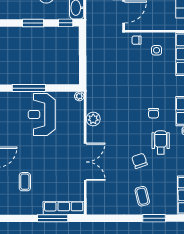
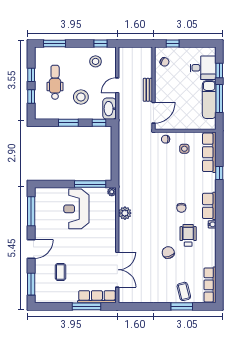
window: (29, 88) -> (90, 184), moved
double door: (85, 162) -> (117, 270), moved
coffee table: (142, 196) -> (184, 291), moved

